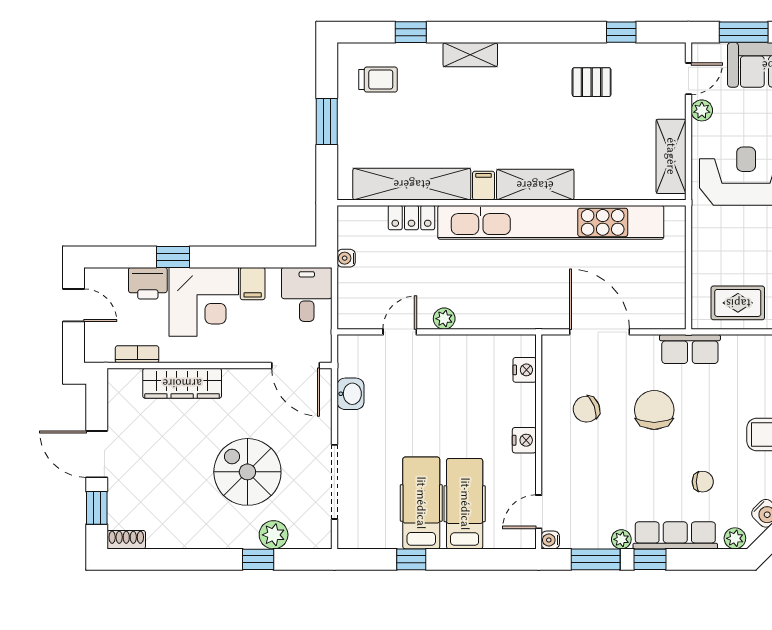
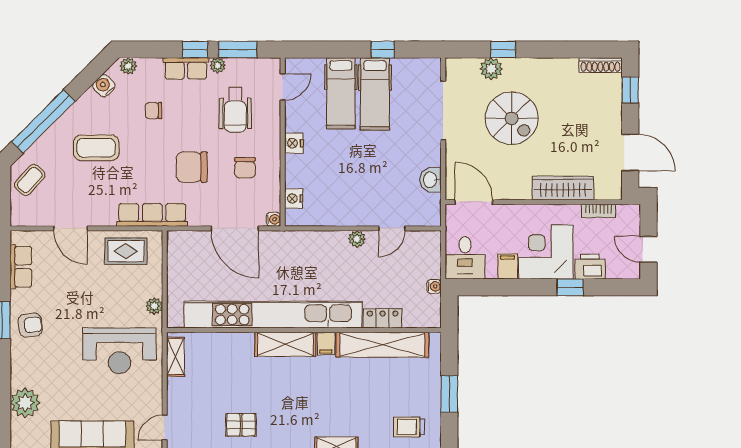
plant: (702, 110) -> (154, 306), moved
shelving: (671, 156) -> (176, 357), width x0.67, depth x0.75
row of seats: (690, 349) -> (152, 215), width x1.48
chair: (586, 409) -> (245, 168), turned 111
chair: (654, 410) -> (192, 167), turned 90
door: (97, 454) -> (630, 152), moved
wheelchair: (599, 483) -> (235, 110), added
row of seats: (675, 535) -> (186, 68), width x0.68
shoe rack: (126, 540) -> (600, 65), width x1.43
water cooler: (550, 540) -> (273, 219), moved

